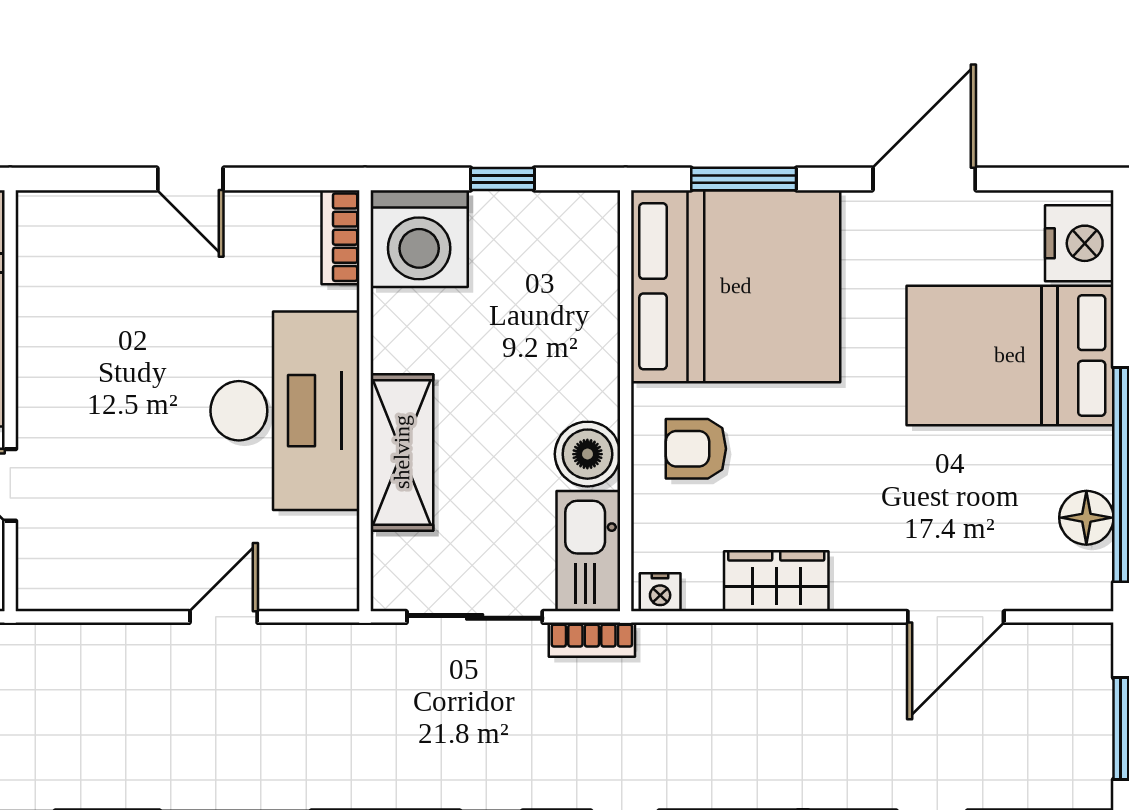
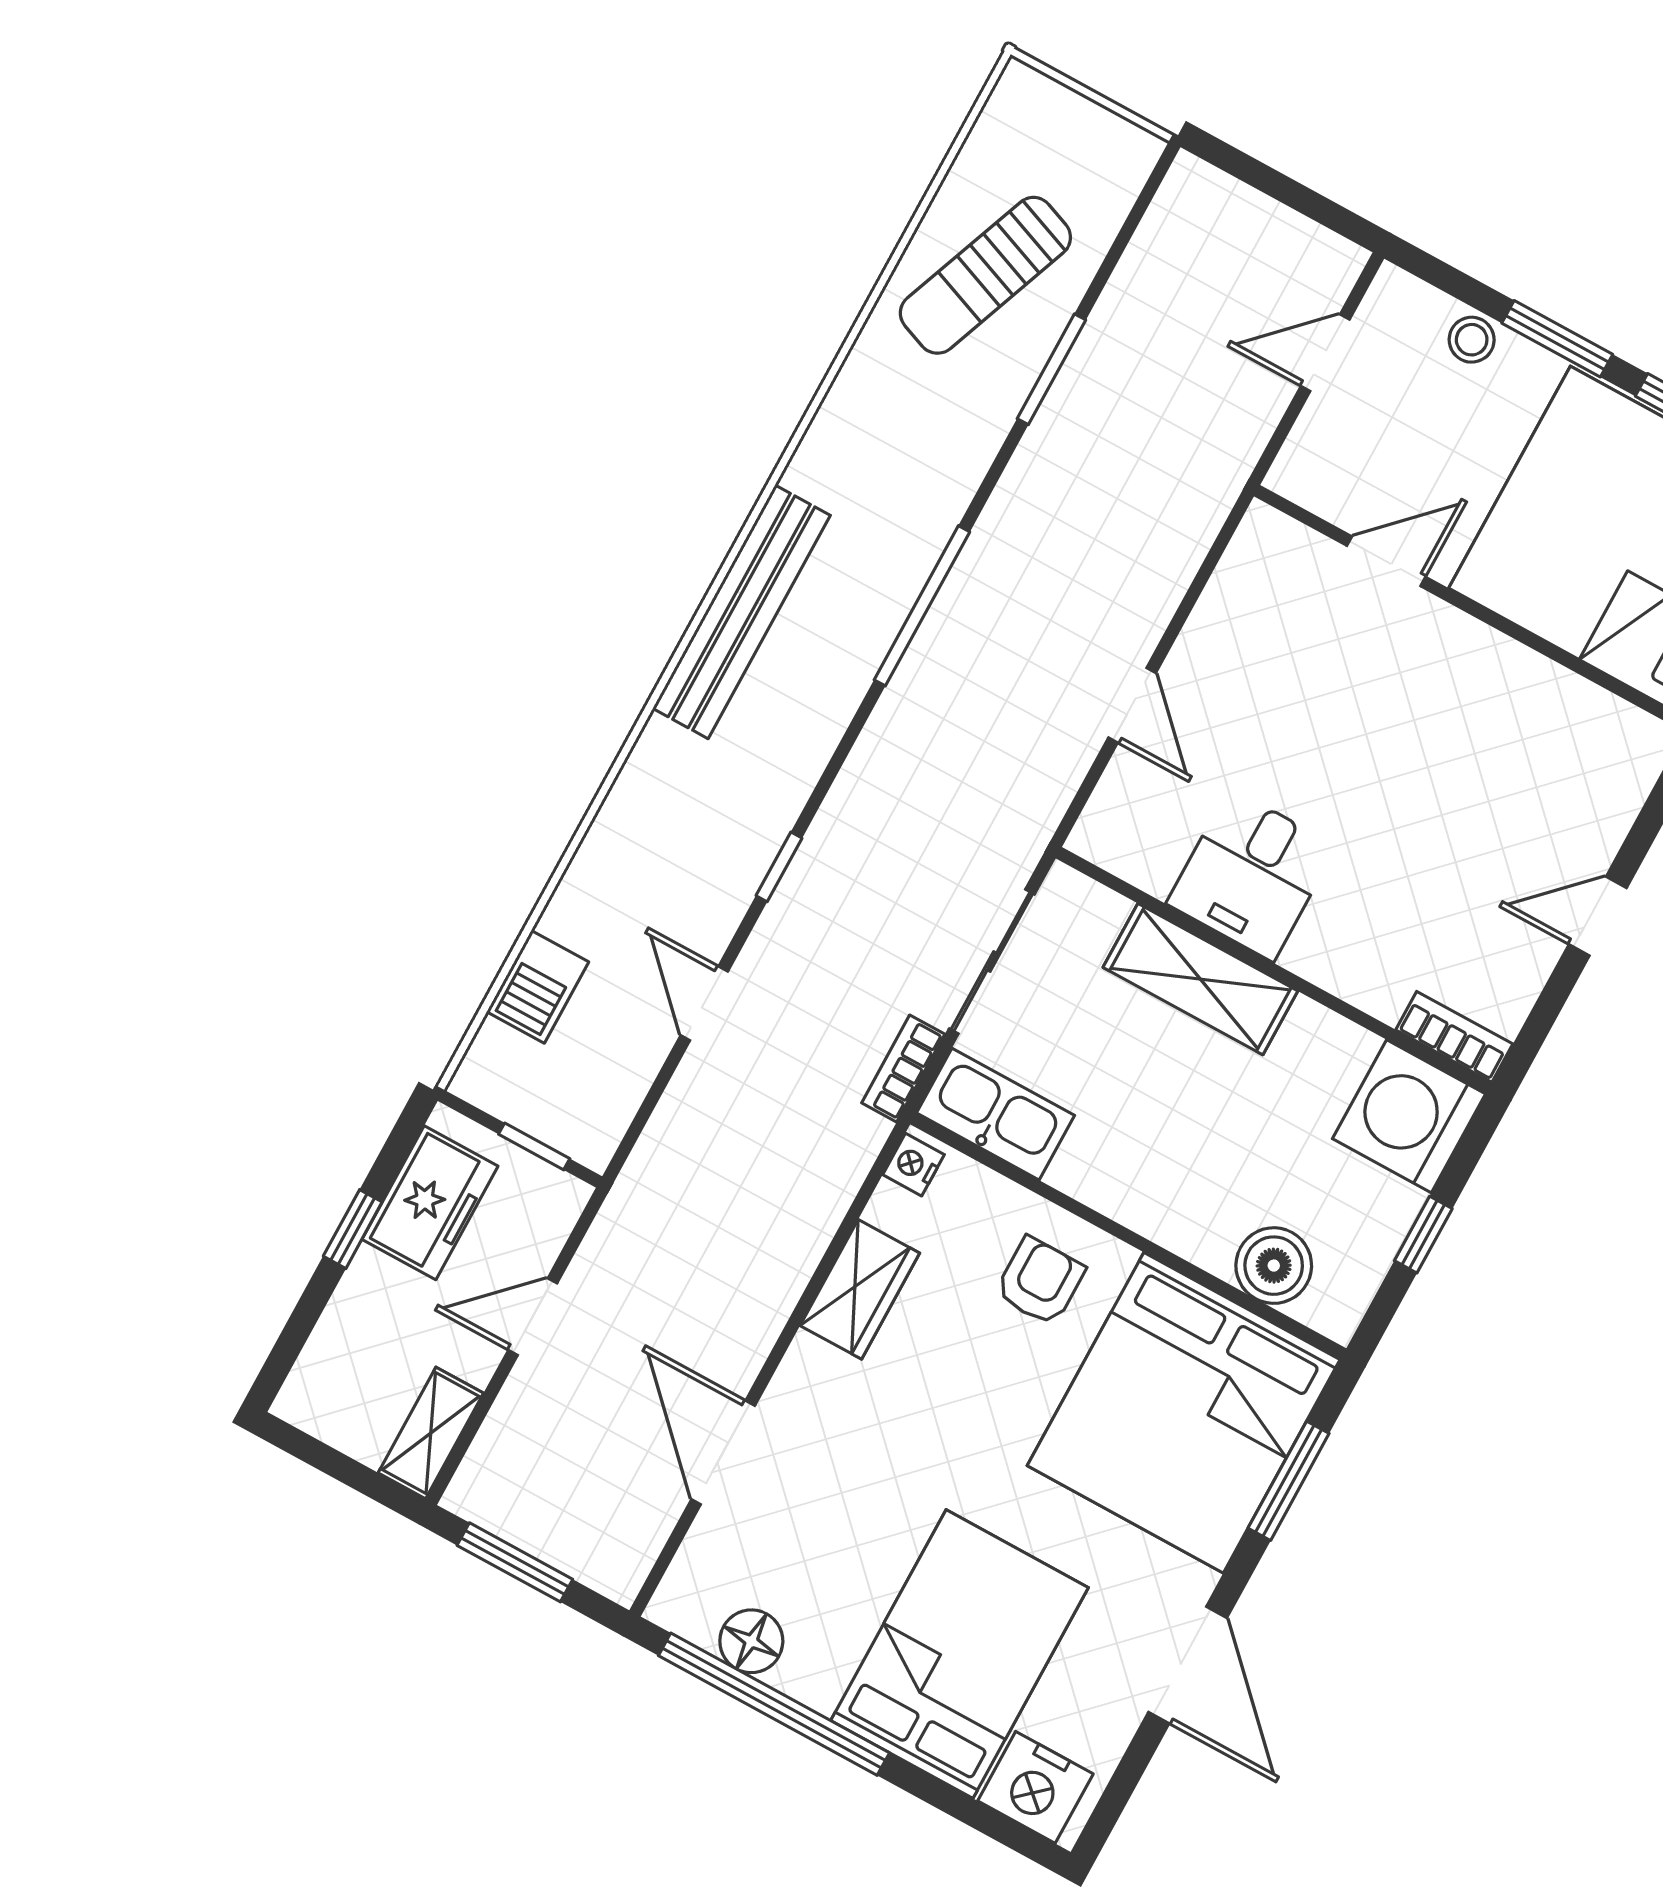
desk: (285, 411) -> (1251, 875), width x0.53, depth x0.77
boiler: (587, 454) -> (1274, 1266), moved

